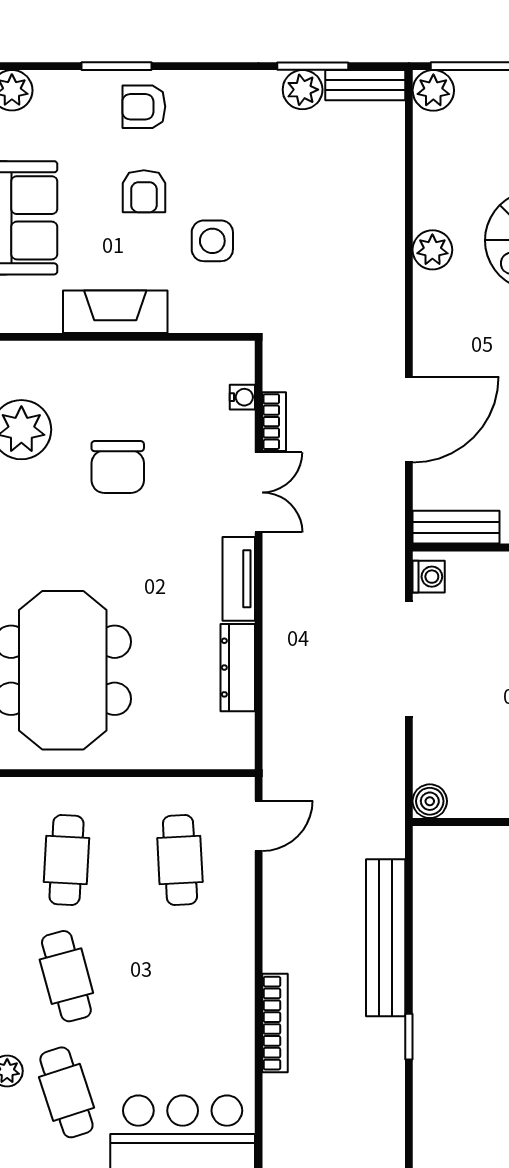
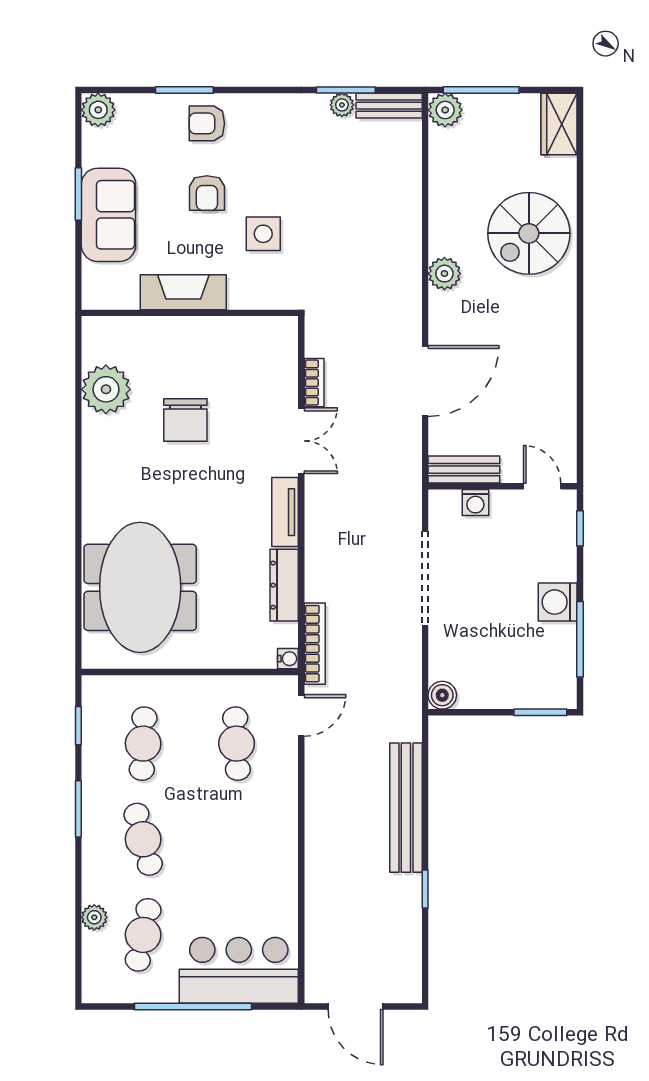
plant: (303, 90) -> (342, 105), width x0.73, depth x0.73
plant: (432, 250) -> (444, 274), moved
water cooler: (242, 397) -> (288, 659), moved
washing machine: (429, 577) -> (475, 502), moved, turned 90
bookcase: (275, 1023) -> (315, 644), moved
cafe table: (66, 1092) -> (143, 935), turned 30

